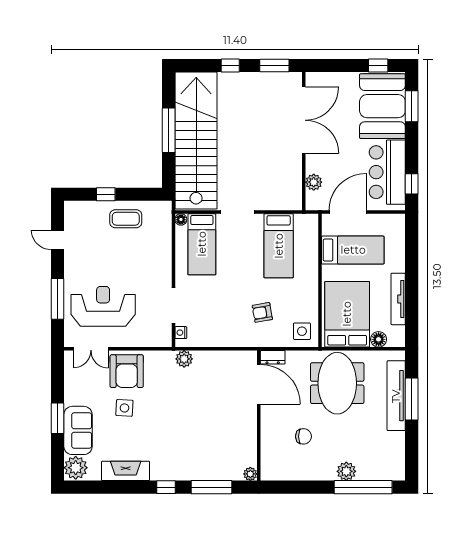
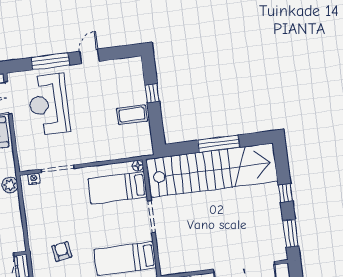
coffee table: (126, 219) -> (132, 115), turned 90
door: (58, 240) -> (89, 56), moved
reception desk: (103, 306) -> (49, 104), turned 180

